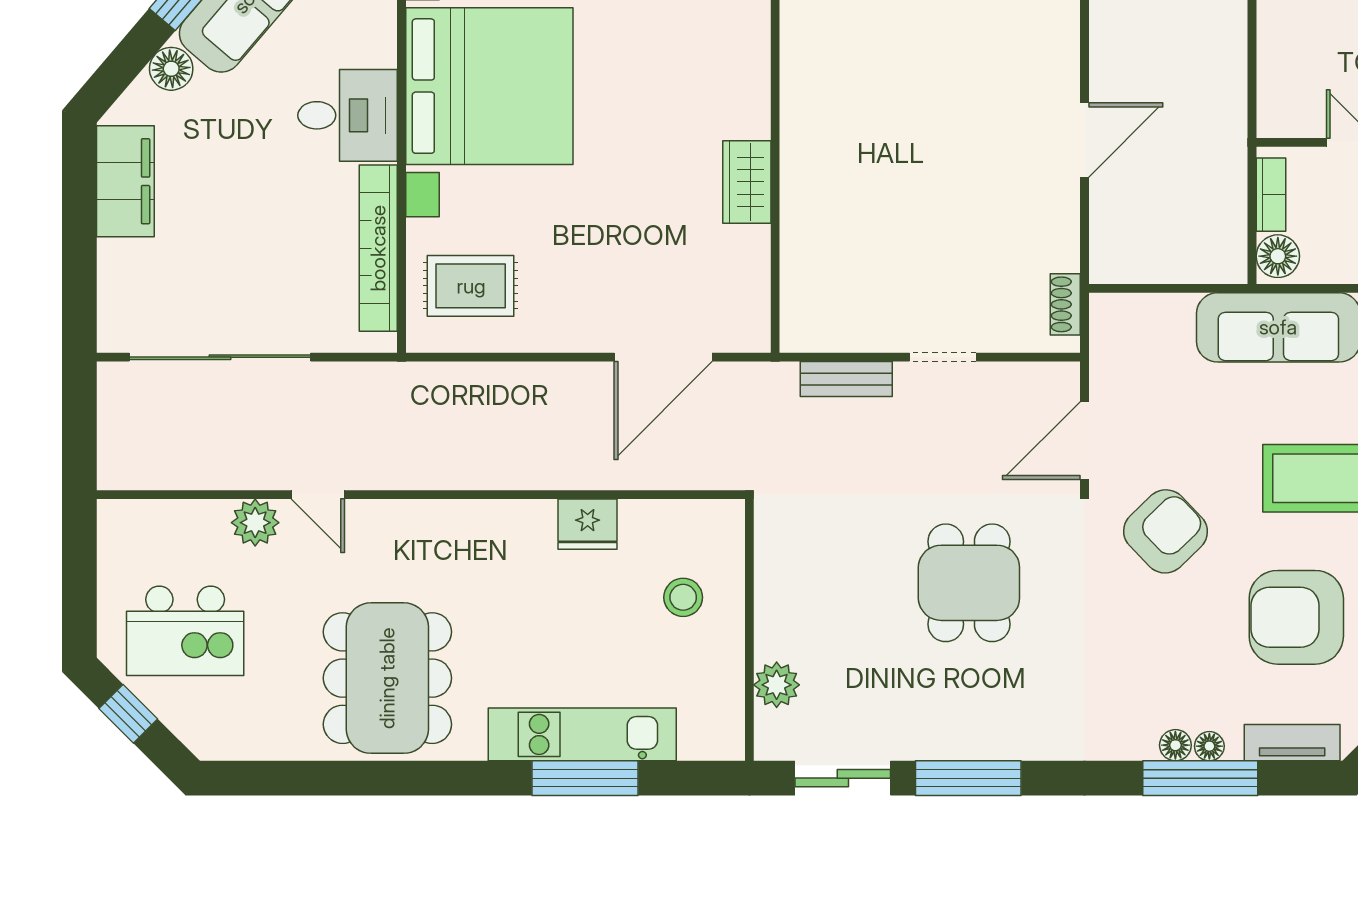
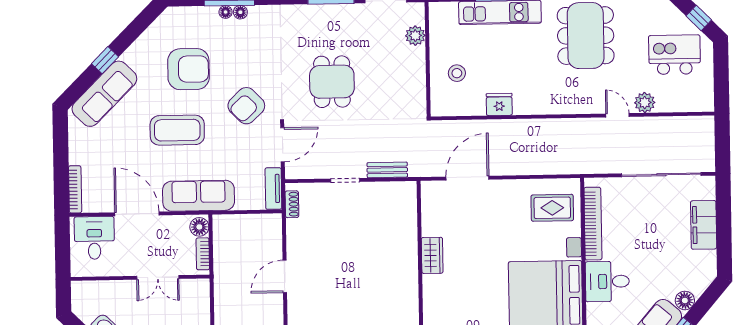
filing cabinet: (125, 181) -> (704, 225), moved
tv unit: (1292, 743) -> (273, 188), moved, turned 90

